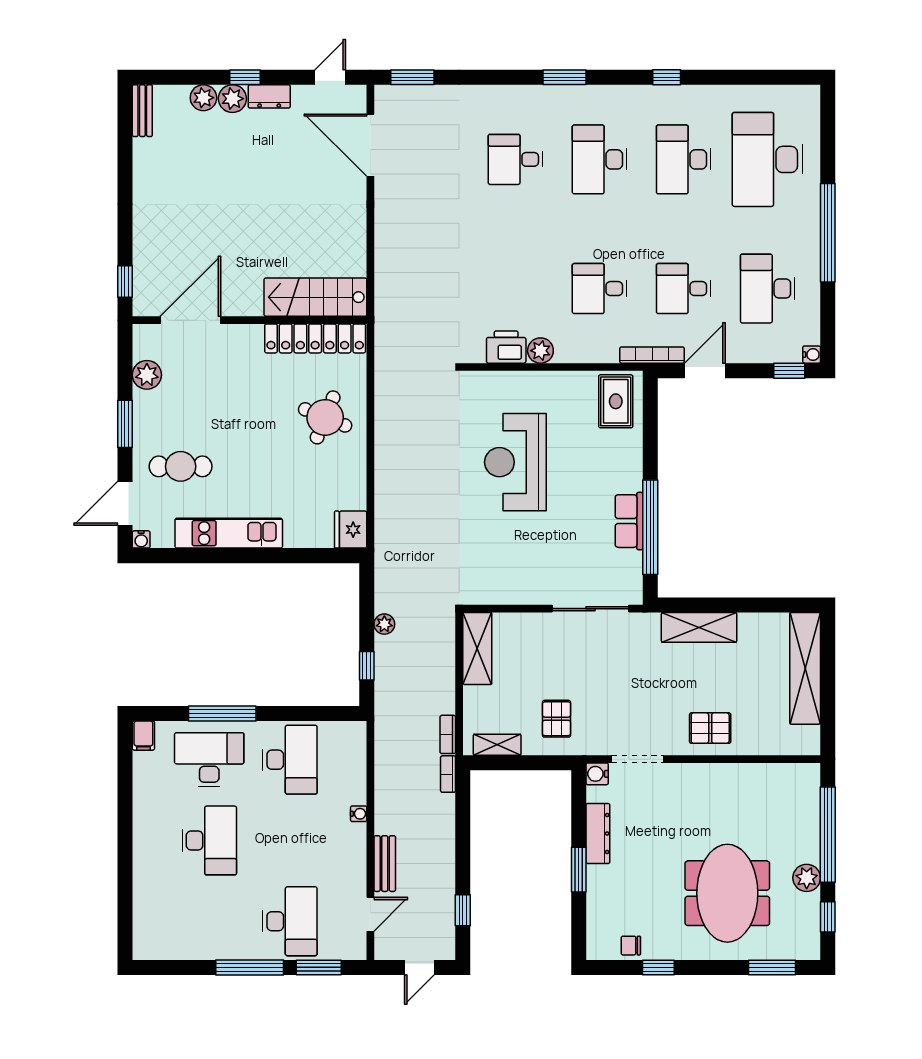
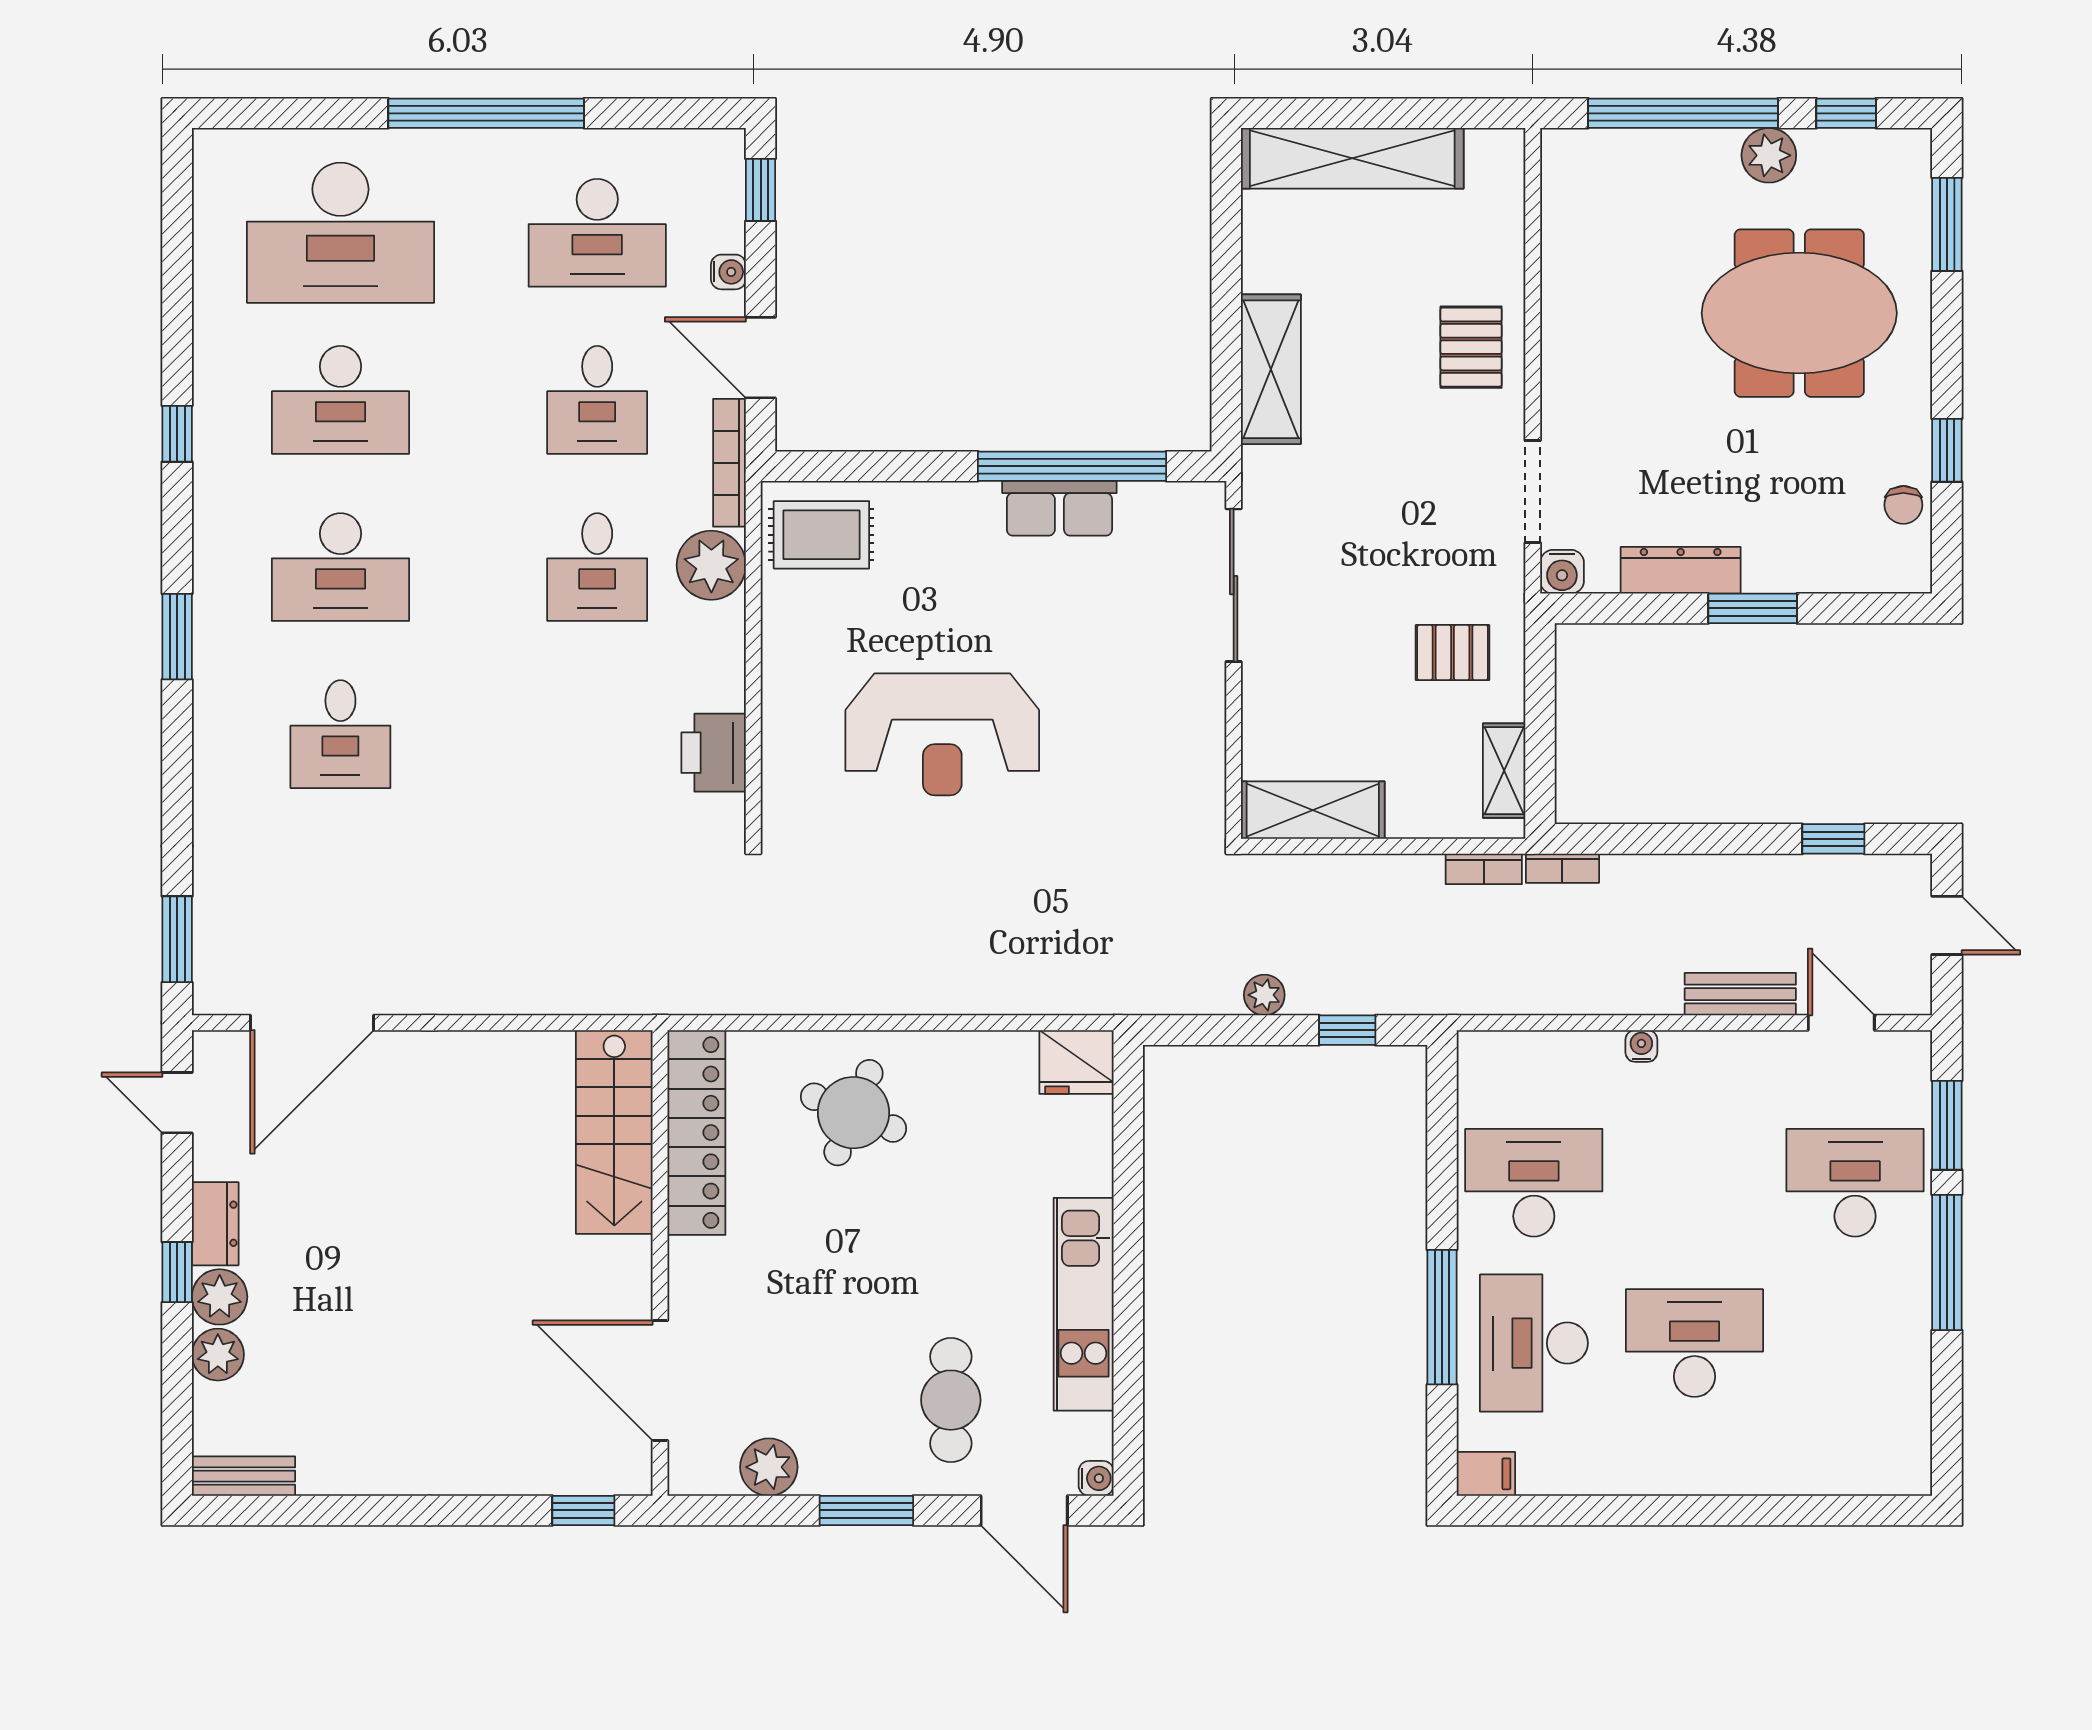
plant: (540, 351) -> (711, 565), moved, width x1.36, depth x1.36
water cooler: (812, 355) -> (728, 272), moved, turned 90

